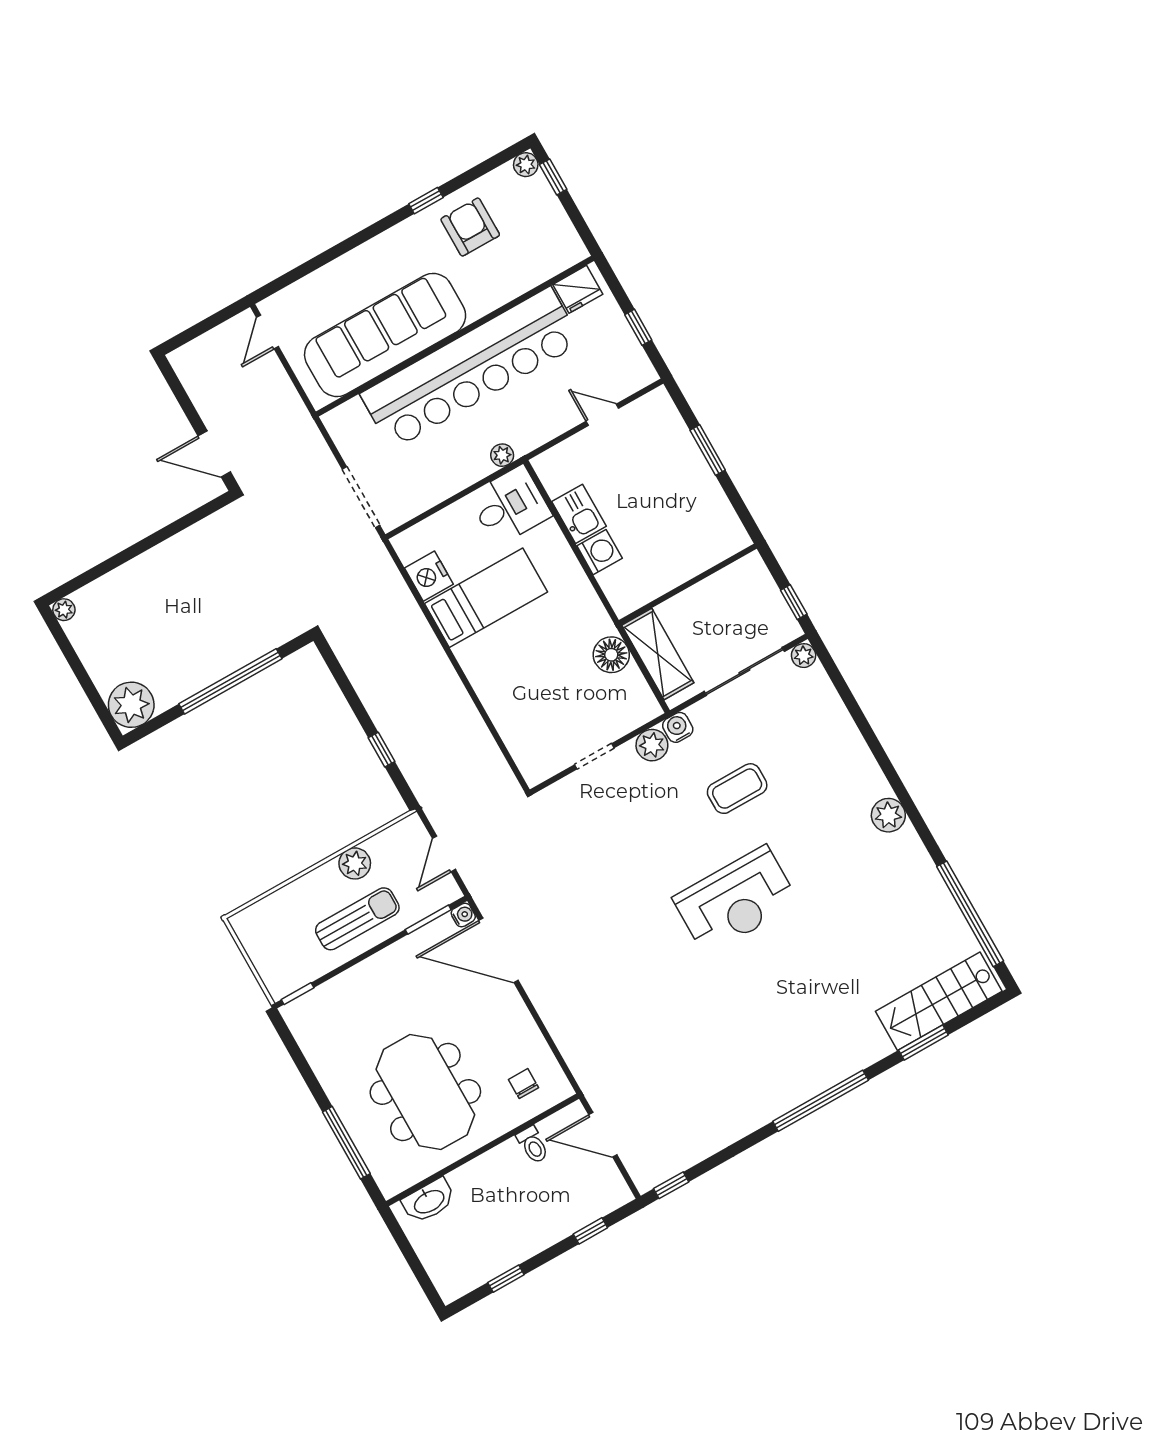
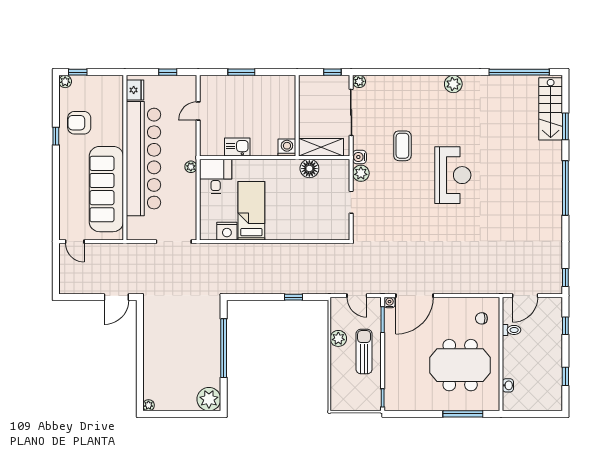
washing machine: (600, 552) -> (287, 147), moved
washbasin: (429, 1201) -> (508, 385), width x0.52, depth x0.69

